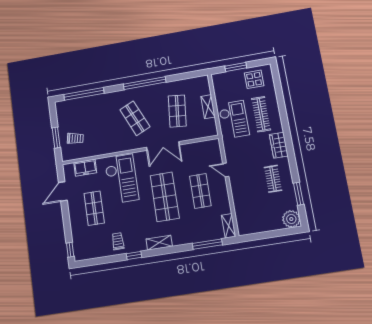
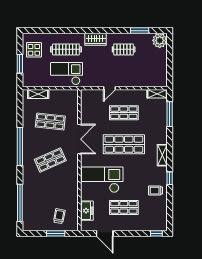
shelving: (208, 107) -> (38, 94), moved

